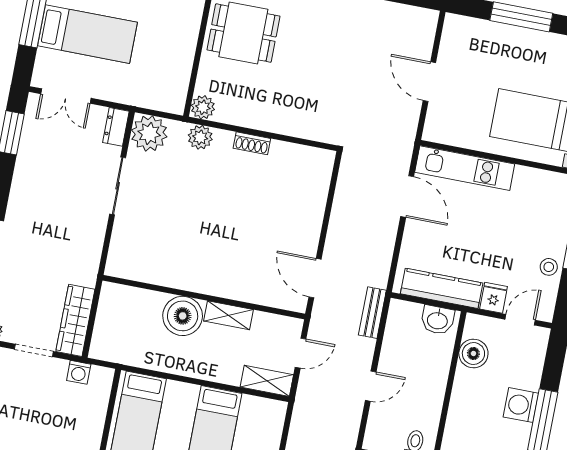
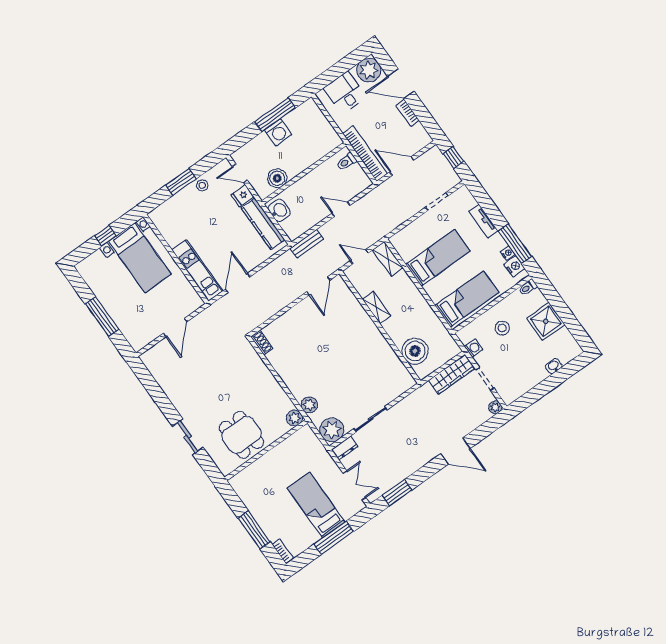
shoe rack: (252, 143) -> (262, 343), moved
boiler: (183, 316) -> (415, 351), moved
stool: (68, 425) -> (502, 328), added

